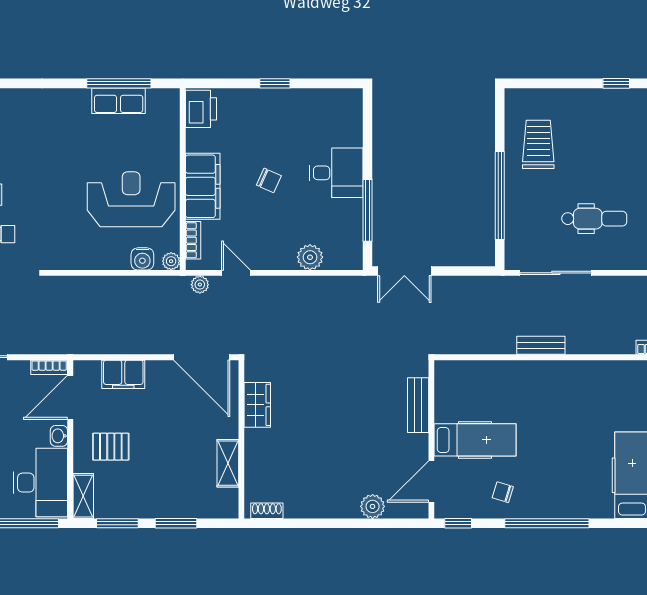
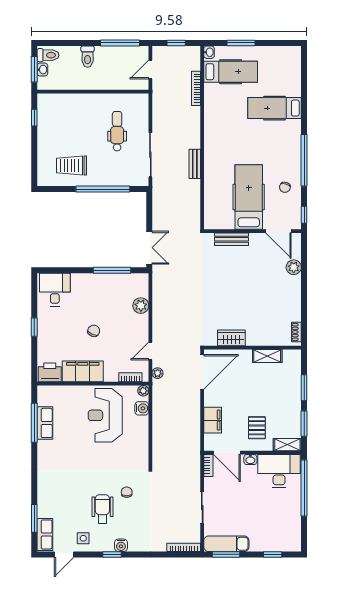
desk: (336, 173) -> (55, 290), moved
filing cabinet: (203, 186) -> (83, 371), moved
hospital bed: (475, 440) -> (249, 197), width x1.37, depth x1.29

